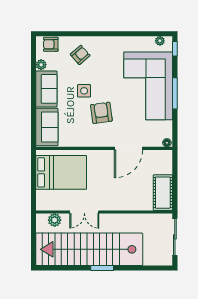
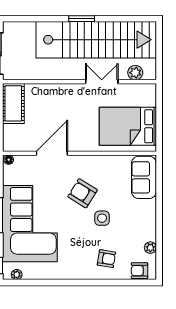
armchair: (51, 44) -> (140, 271), turned 180
armchair: (80, 55) -> (106, 259), turned -130
sofa: (46, 89) -> (144, 220), removed
armchair: (101, 113) -> (83, 193), turned 130

